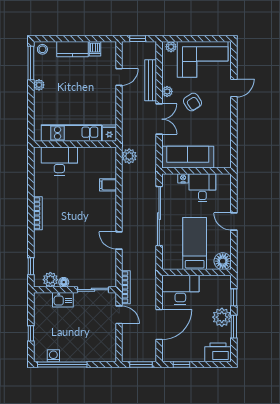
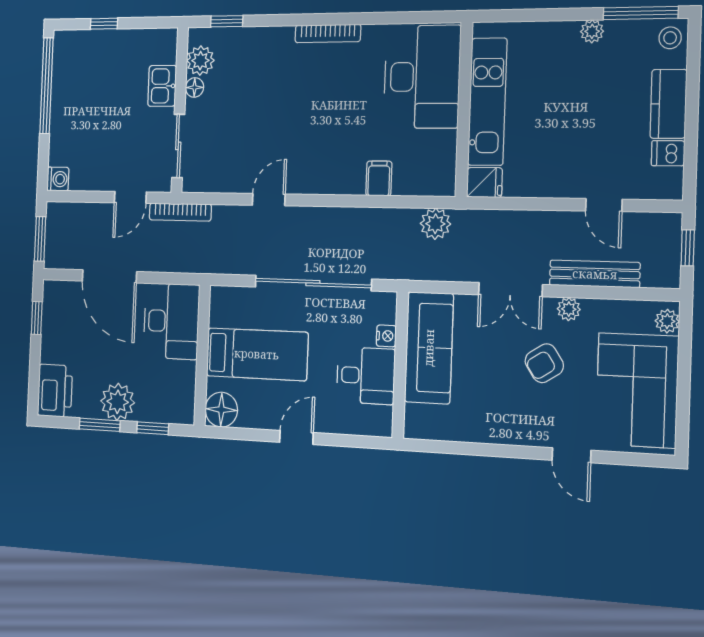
desk: (59, 161) -> (422, 77), width x1.36, depth x1.30
washing machine: (53, 356) -> (58, 179), moved

